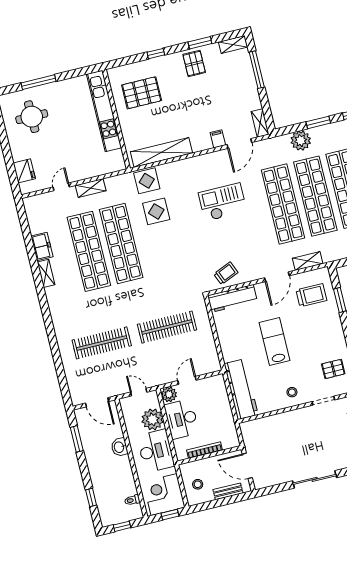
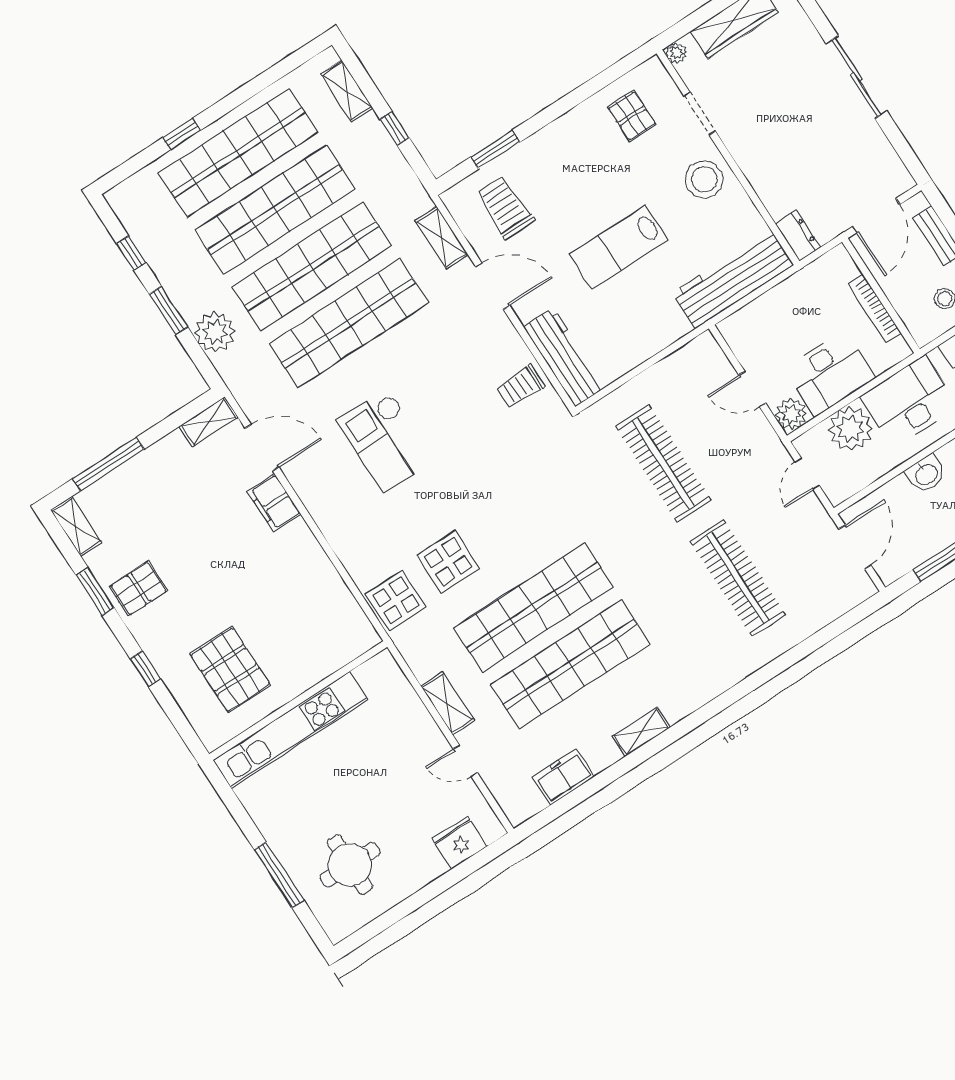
filing cabinet: (218, 139) -> (274, 503), width x2.00
shelving: (161, 152) -> (331, 591), removed
freezer: (42, 246) -> (563, 777), moved
trolley: (226, 273) -> (520, 386), turned -67
stool: (292, 392) -> (704, 179), width x1.89, depth x1.89
dresser: (251, 426) -> (798, 236), added

